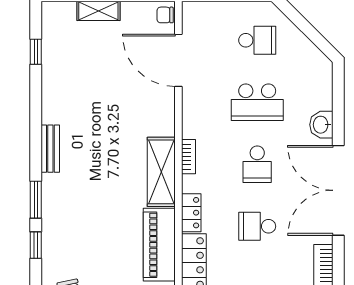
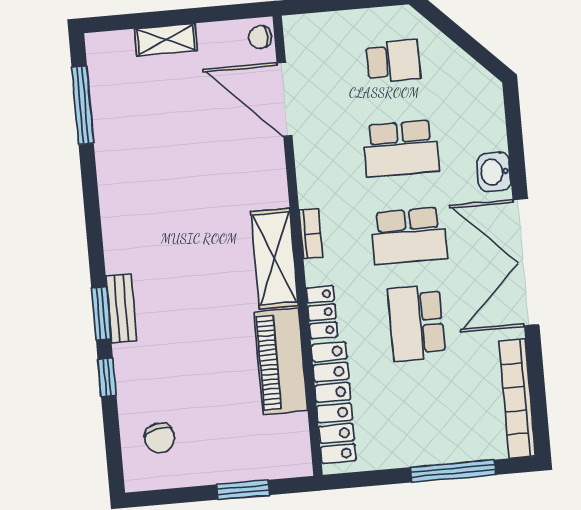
window: (36, 52) -> (83, 105), width x2.17
bench: (50, 149) -> (121, 309), moved
school desk: (257, 164) -> (409, 236), width x1.85
school desk: (257, 226) -> (416, 323), width x1.85

